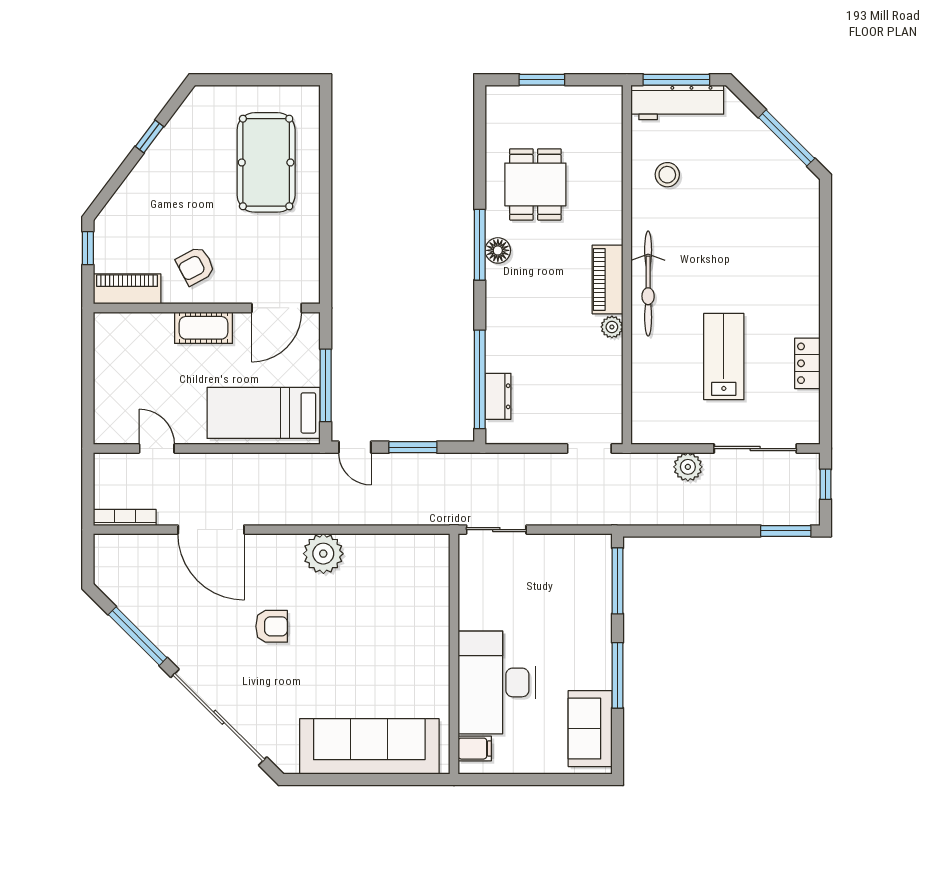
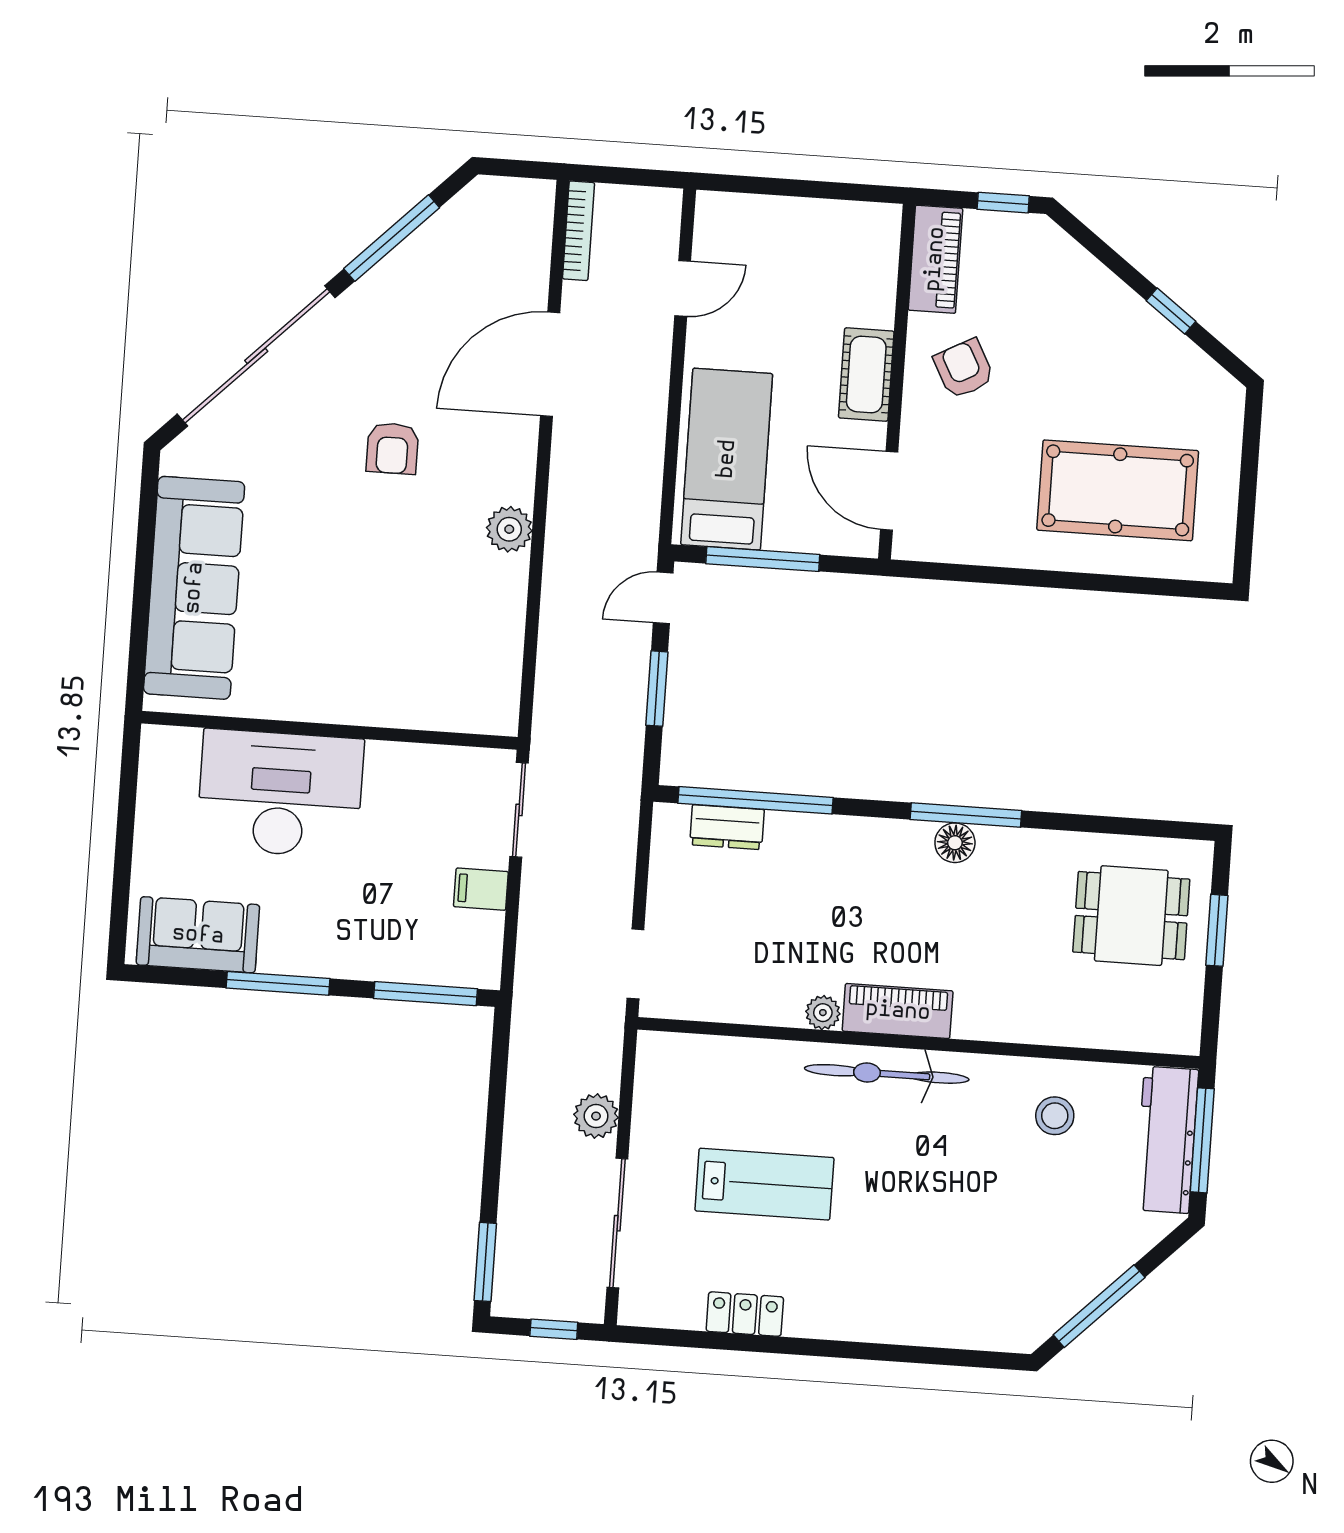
dining table: (535, 184) -> (1131, 916), moved
plant: (323, 554) -> (509, 529), width x0.73, depth x0.73
filing cabinet: (475, 749) -> (481, 889), moved, turned 90

